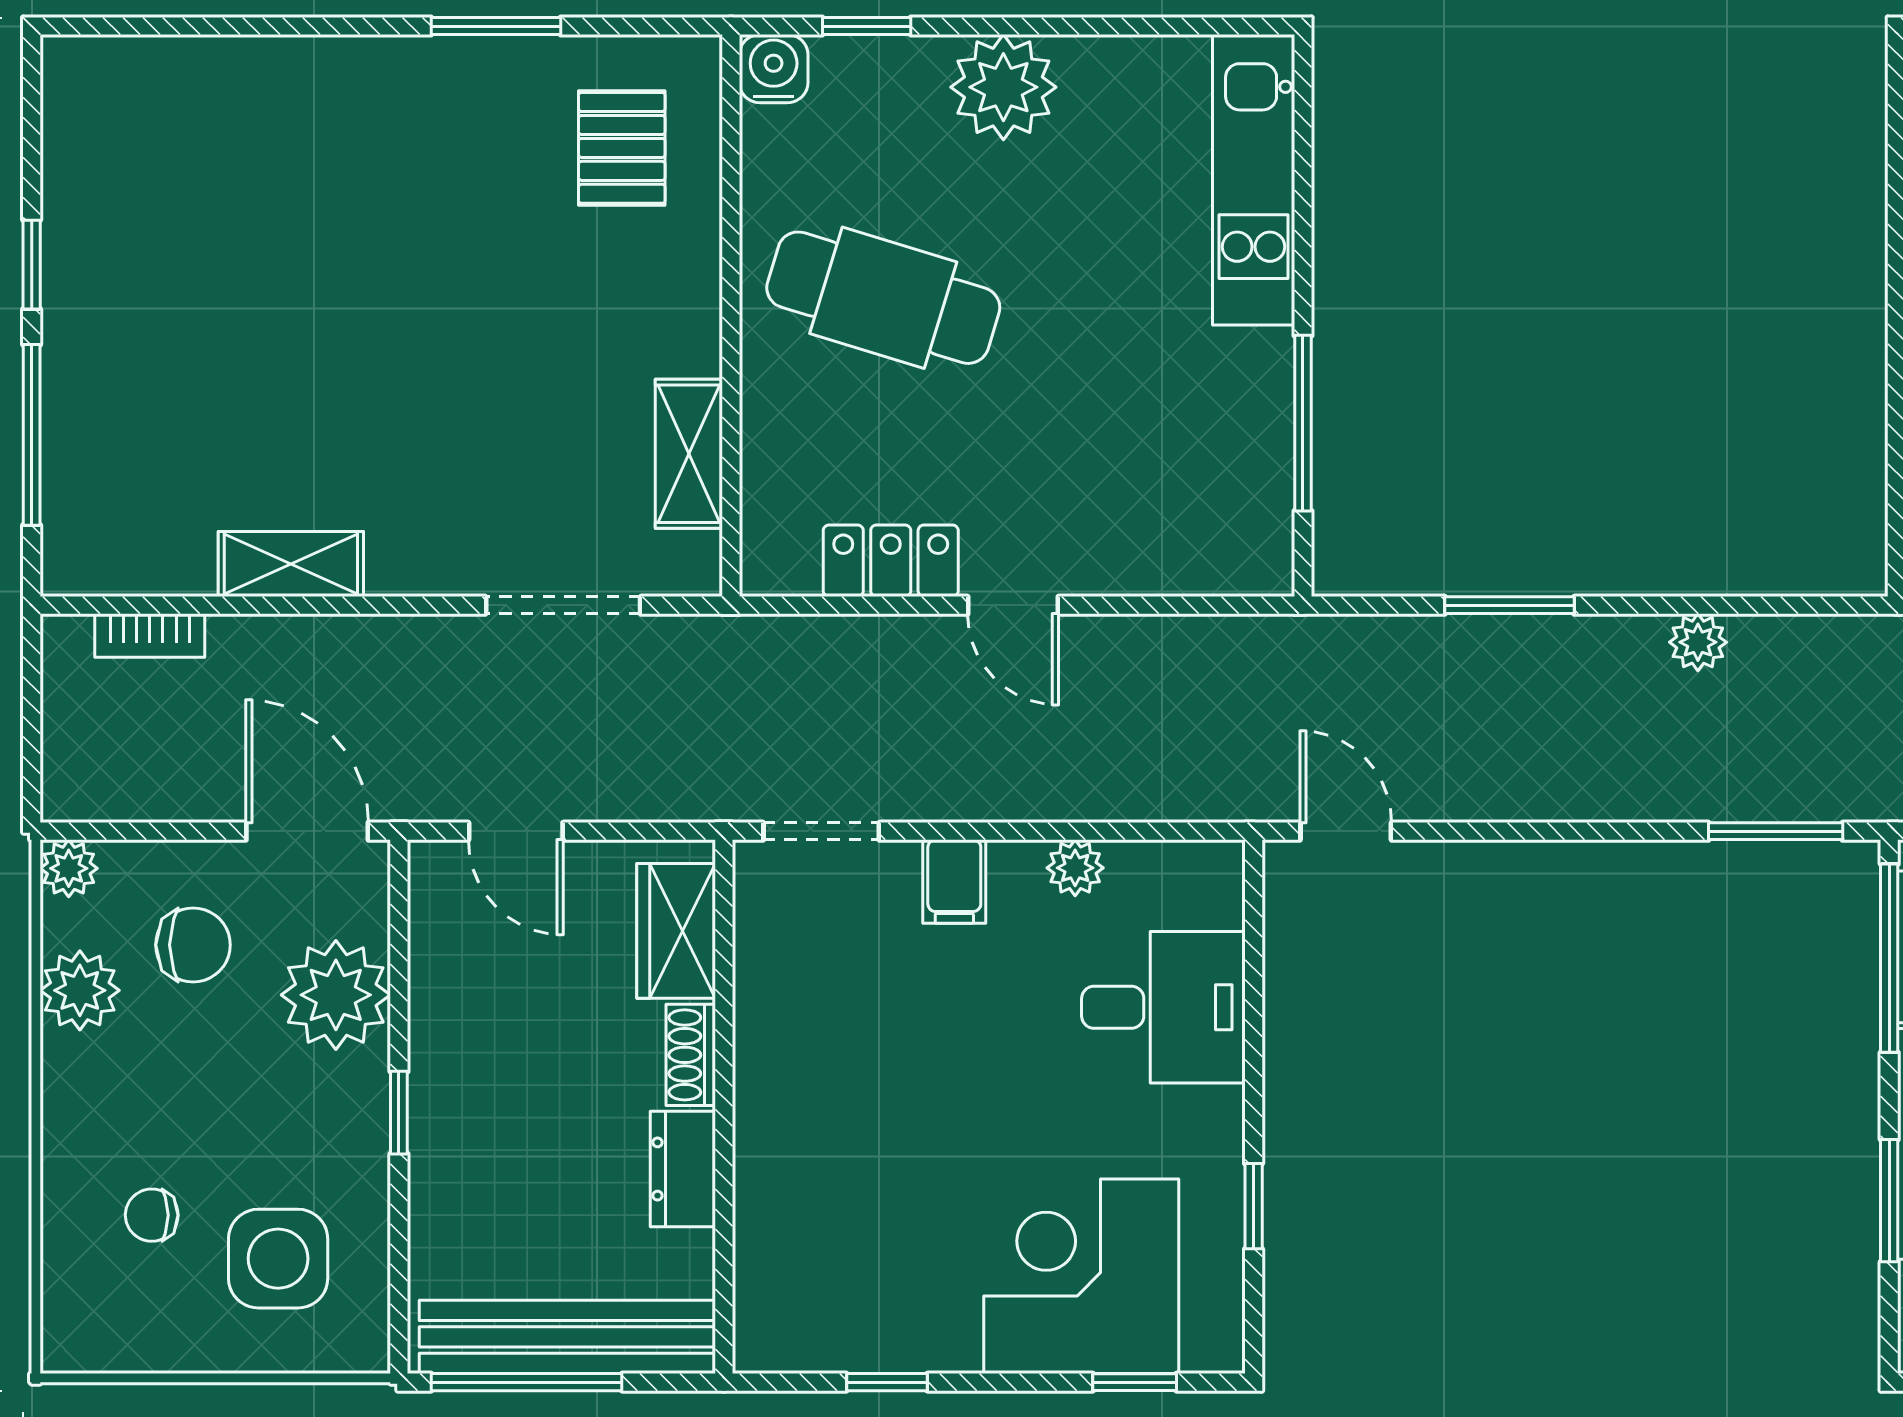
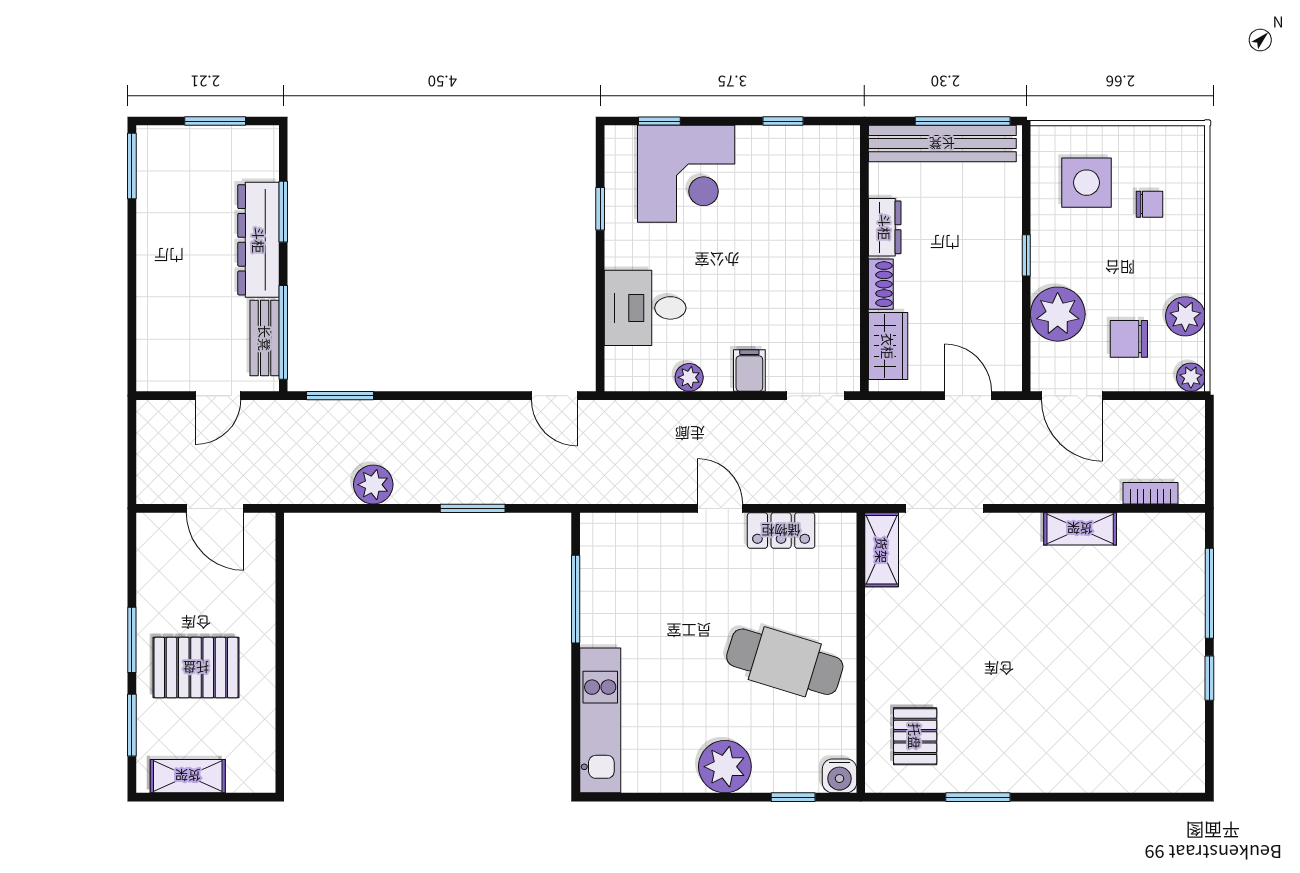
shelving: (689, 454) -> (882, 550), moved
plant: (1698, 642) -> (373, 485), width x1.38, depth x1.38

